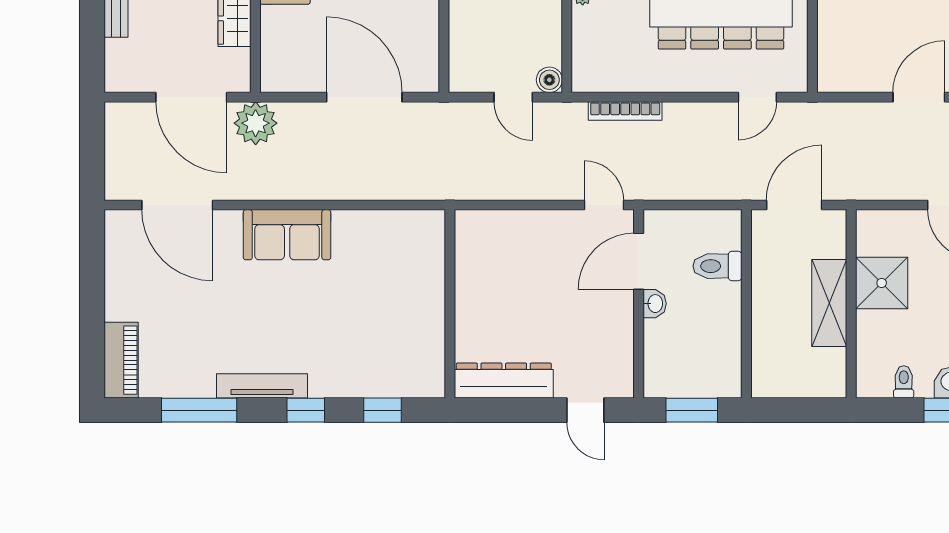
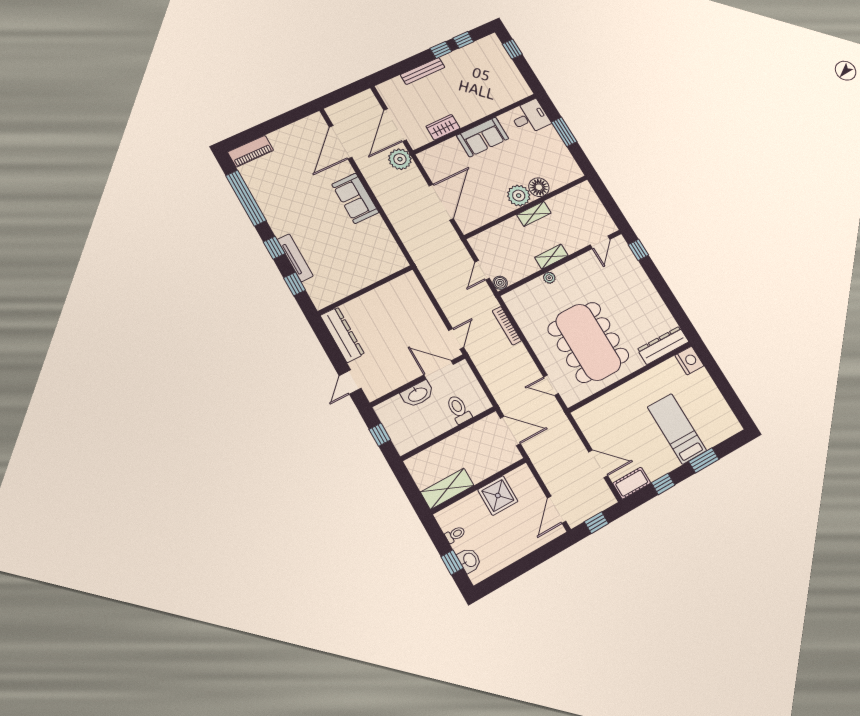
shelving: (829, 303) -> (447, 489), moved
washbasin: (655, 304) -> (418, 394), width x1.91, depth x1.45
tv unit: (262, 386) -> (295, 258), moved
window: (199, 410) -> (246, 198), width x1.46
window: (692, 410) -> (380, 435), width x0.67

